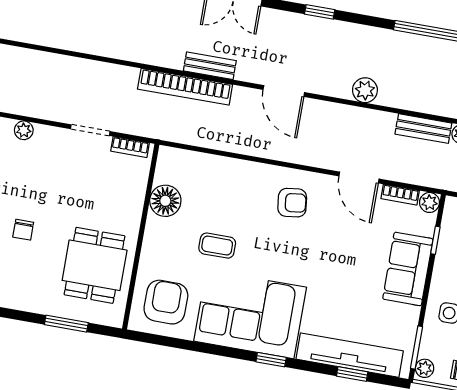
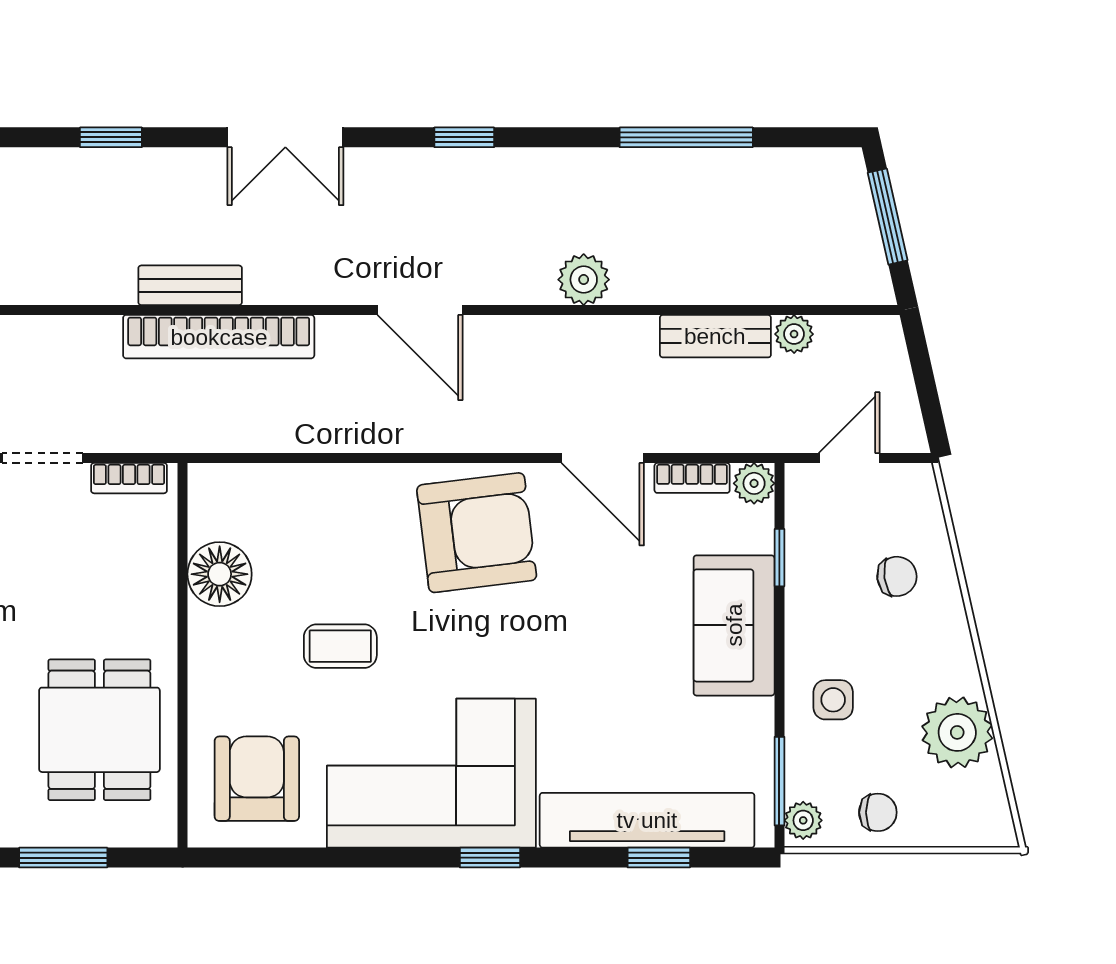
bench: (210, 66) -> (190, 285), moved
armchair: (292, 203) -> (477, 533), width x1.88, depth x1.88

